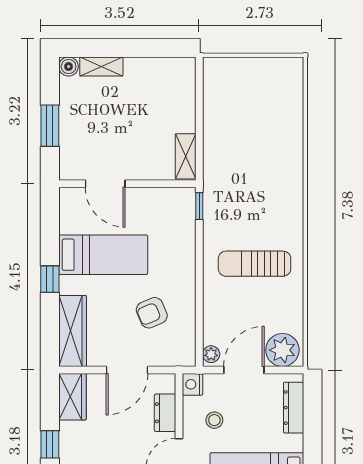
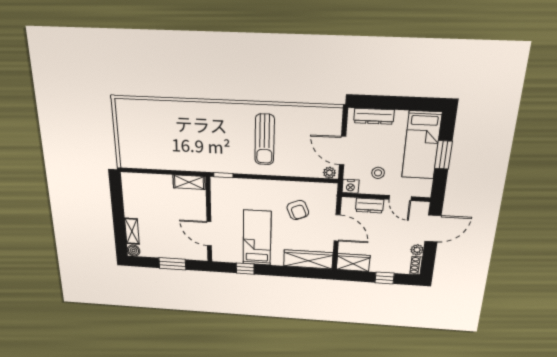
door: (105, 184) -> (209, 234), swing flipped
window: (50, 279) -> (245, 269), moved
plant: (282, 350) -> (329, 123), removed

